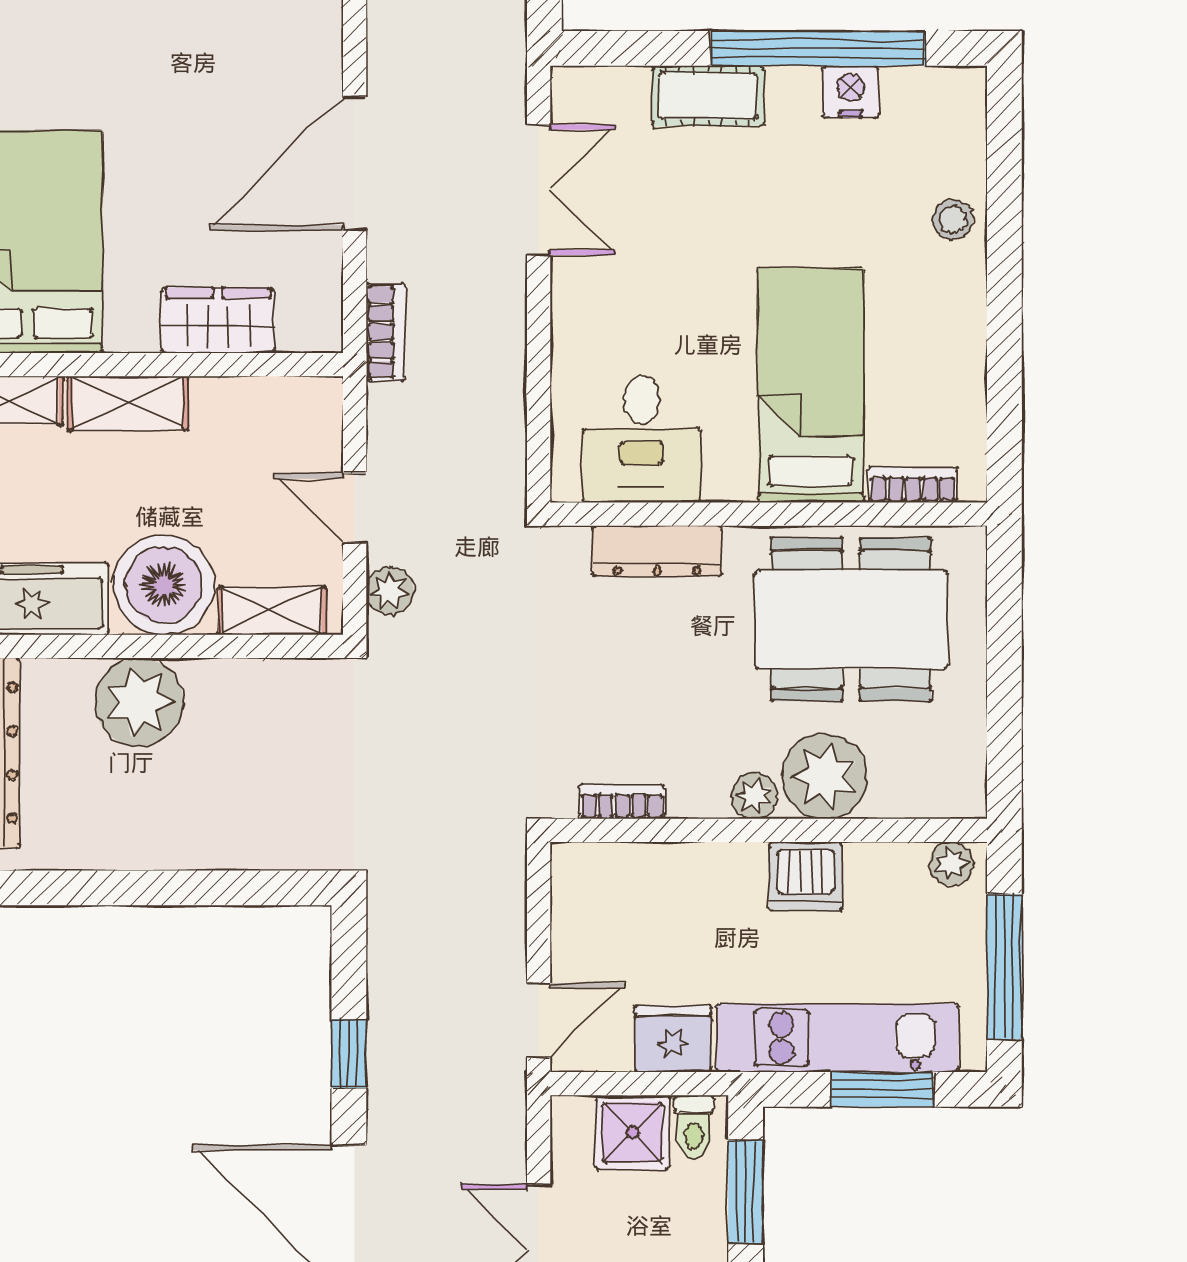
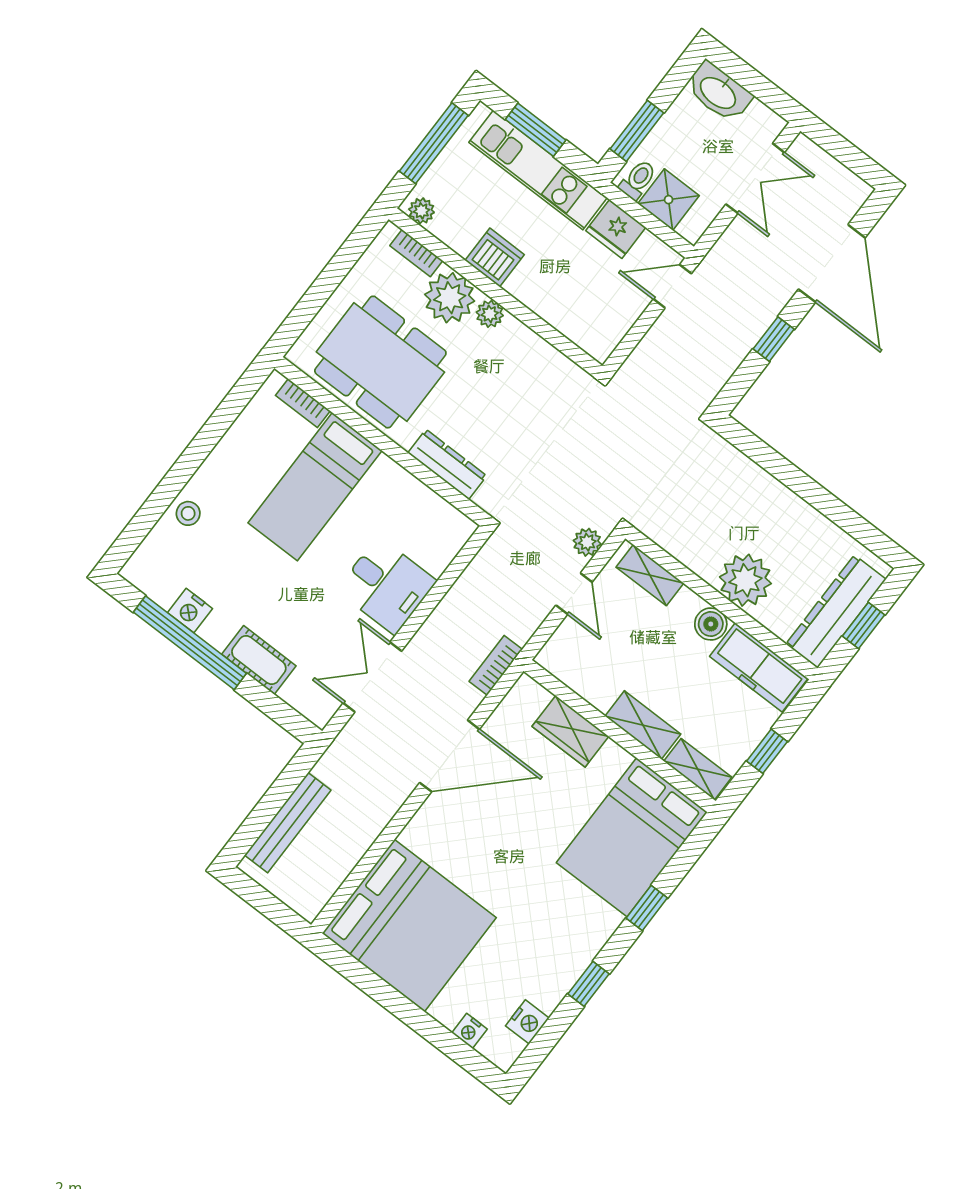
desk: (642, 439) -> (386, 586), moved, turned 90
boiler: (164, 585) -> (711, 624), width x0.54, depth x0.54
bookcase: (622, 802) -> (416, 253), moved

